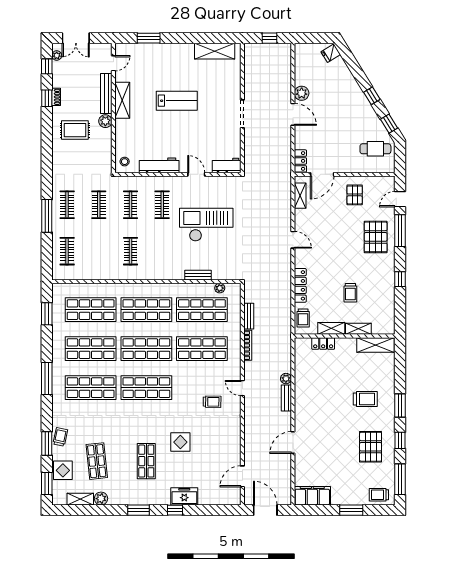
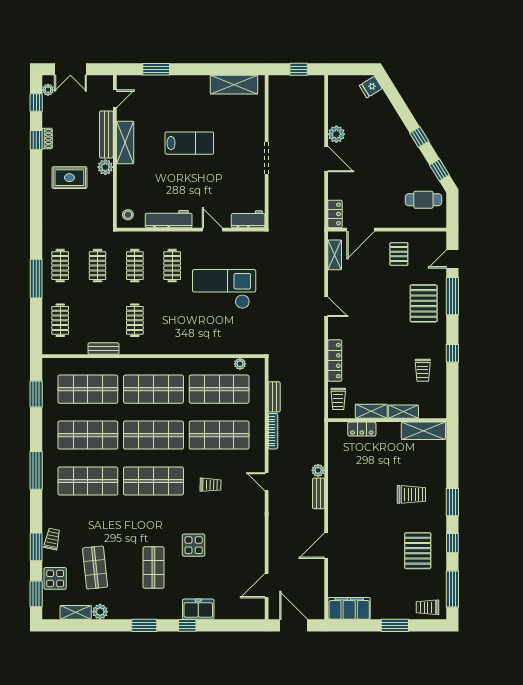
bench: (198, 275) -> (103, 349), moved
trolley: (350, 293) -> (423, 370), moved
trolley: (212, 402) -> (211, 485), moved

